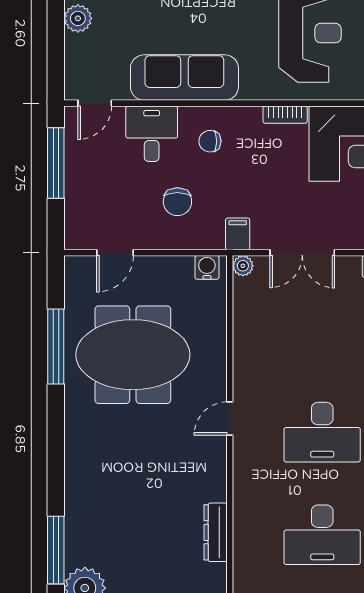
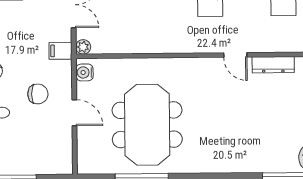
door: (115, 253) -> (74, 113), moved
door: (230, 419) -> (235, 55), moved

